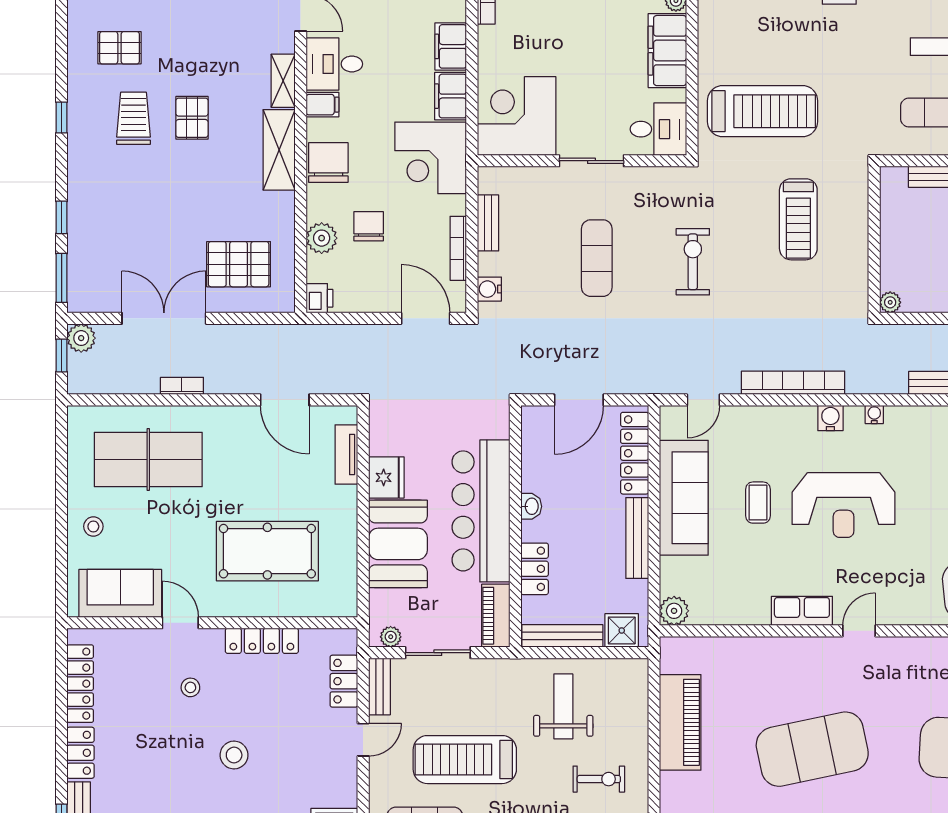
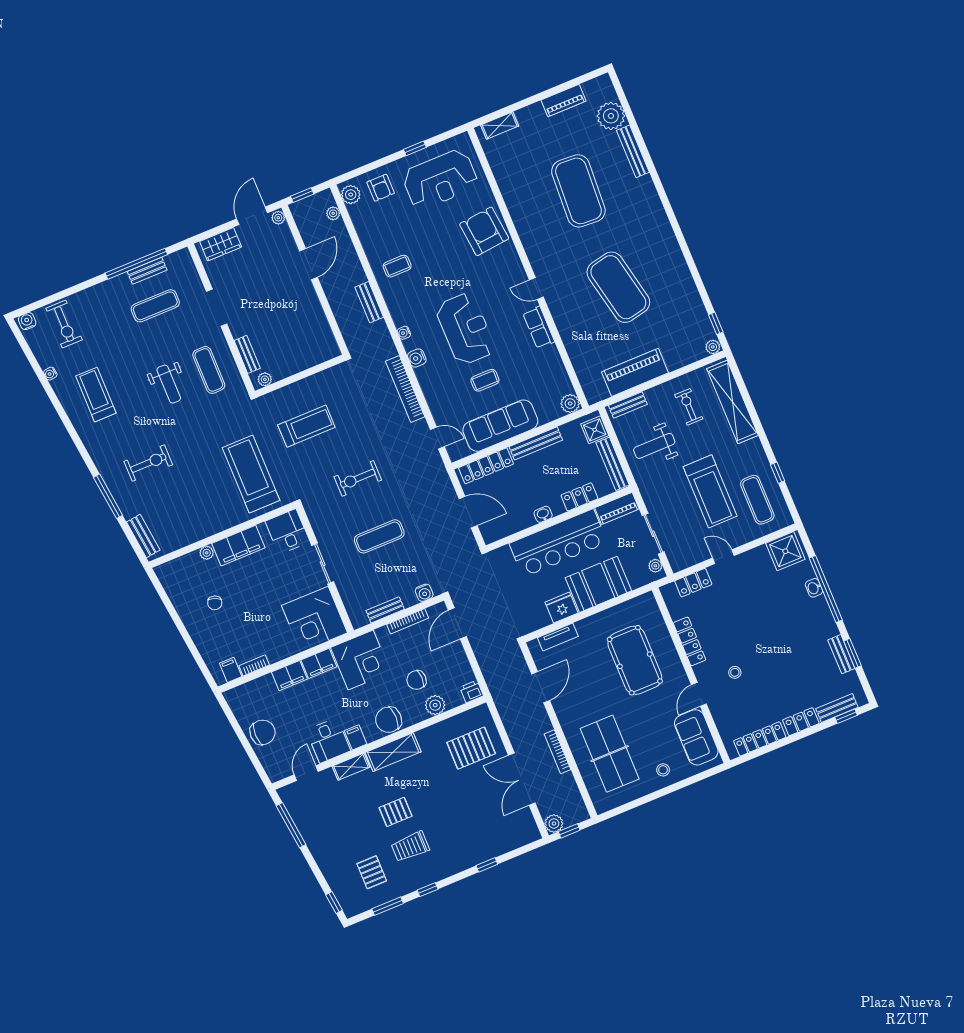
pallet: (239, 264) -> (471, 748), turned 90
window: (62, 278) -> (388, 906), moved
plant: (890, 302) -> (265, 379), moved
bookcase: (182, 386) -> (558, 752), width x1.56
bench: (379, 686) -> (628, 405), moved
stool: (234, 755) -> (764, 630), removed

